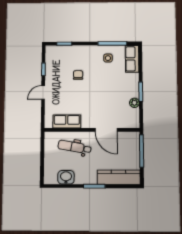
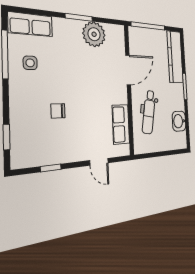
door: (43, 92) -> (99, 162), moved
plant: (134, 103) -> (94, 34), width x1.88, depth x1.88

